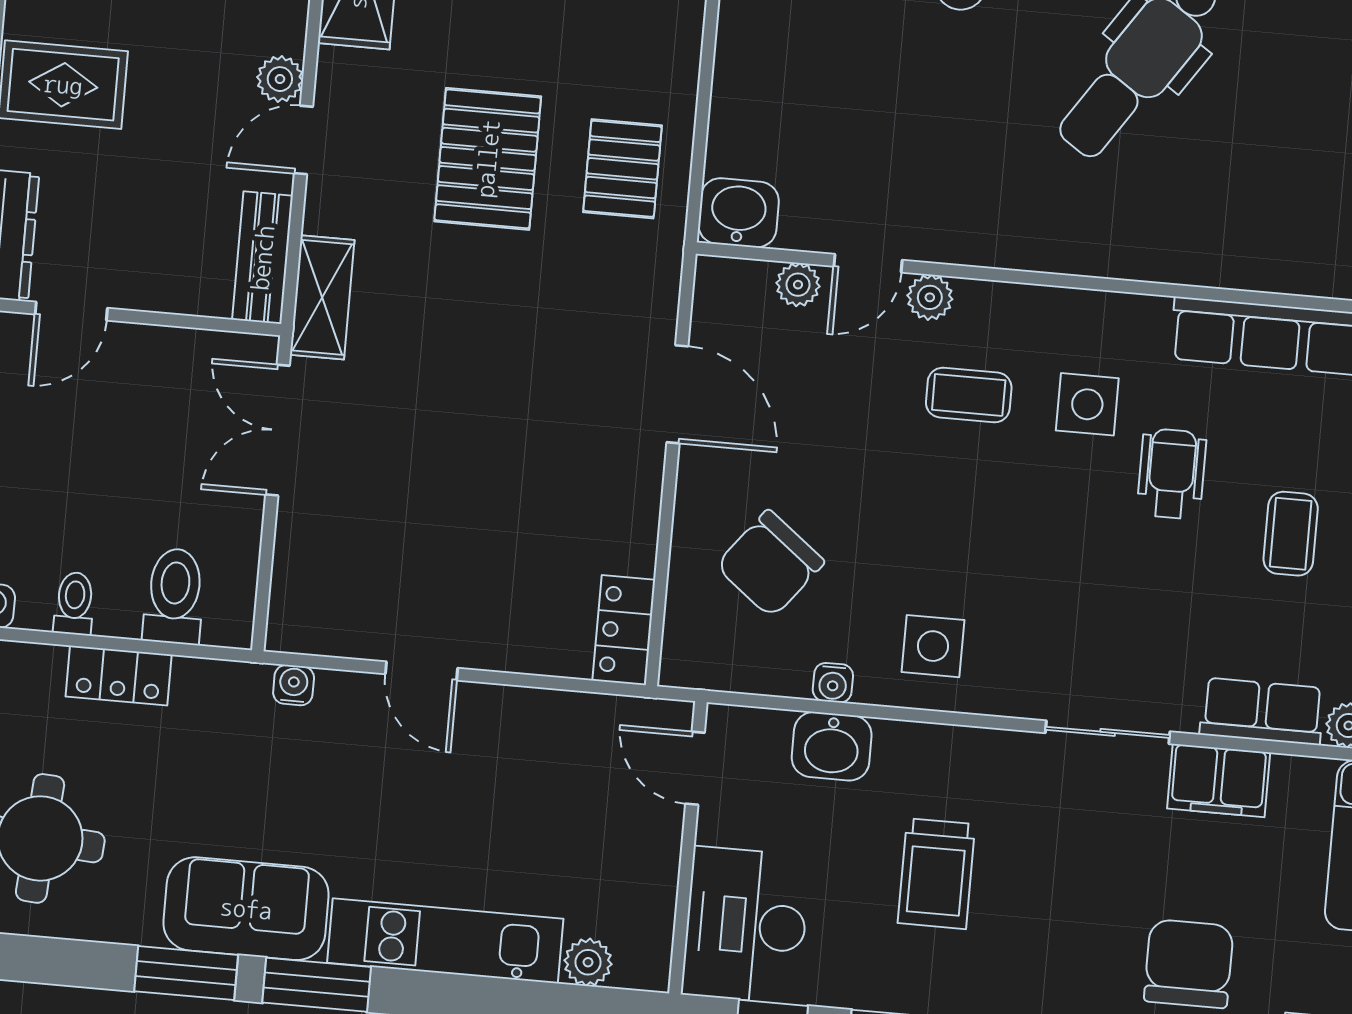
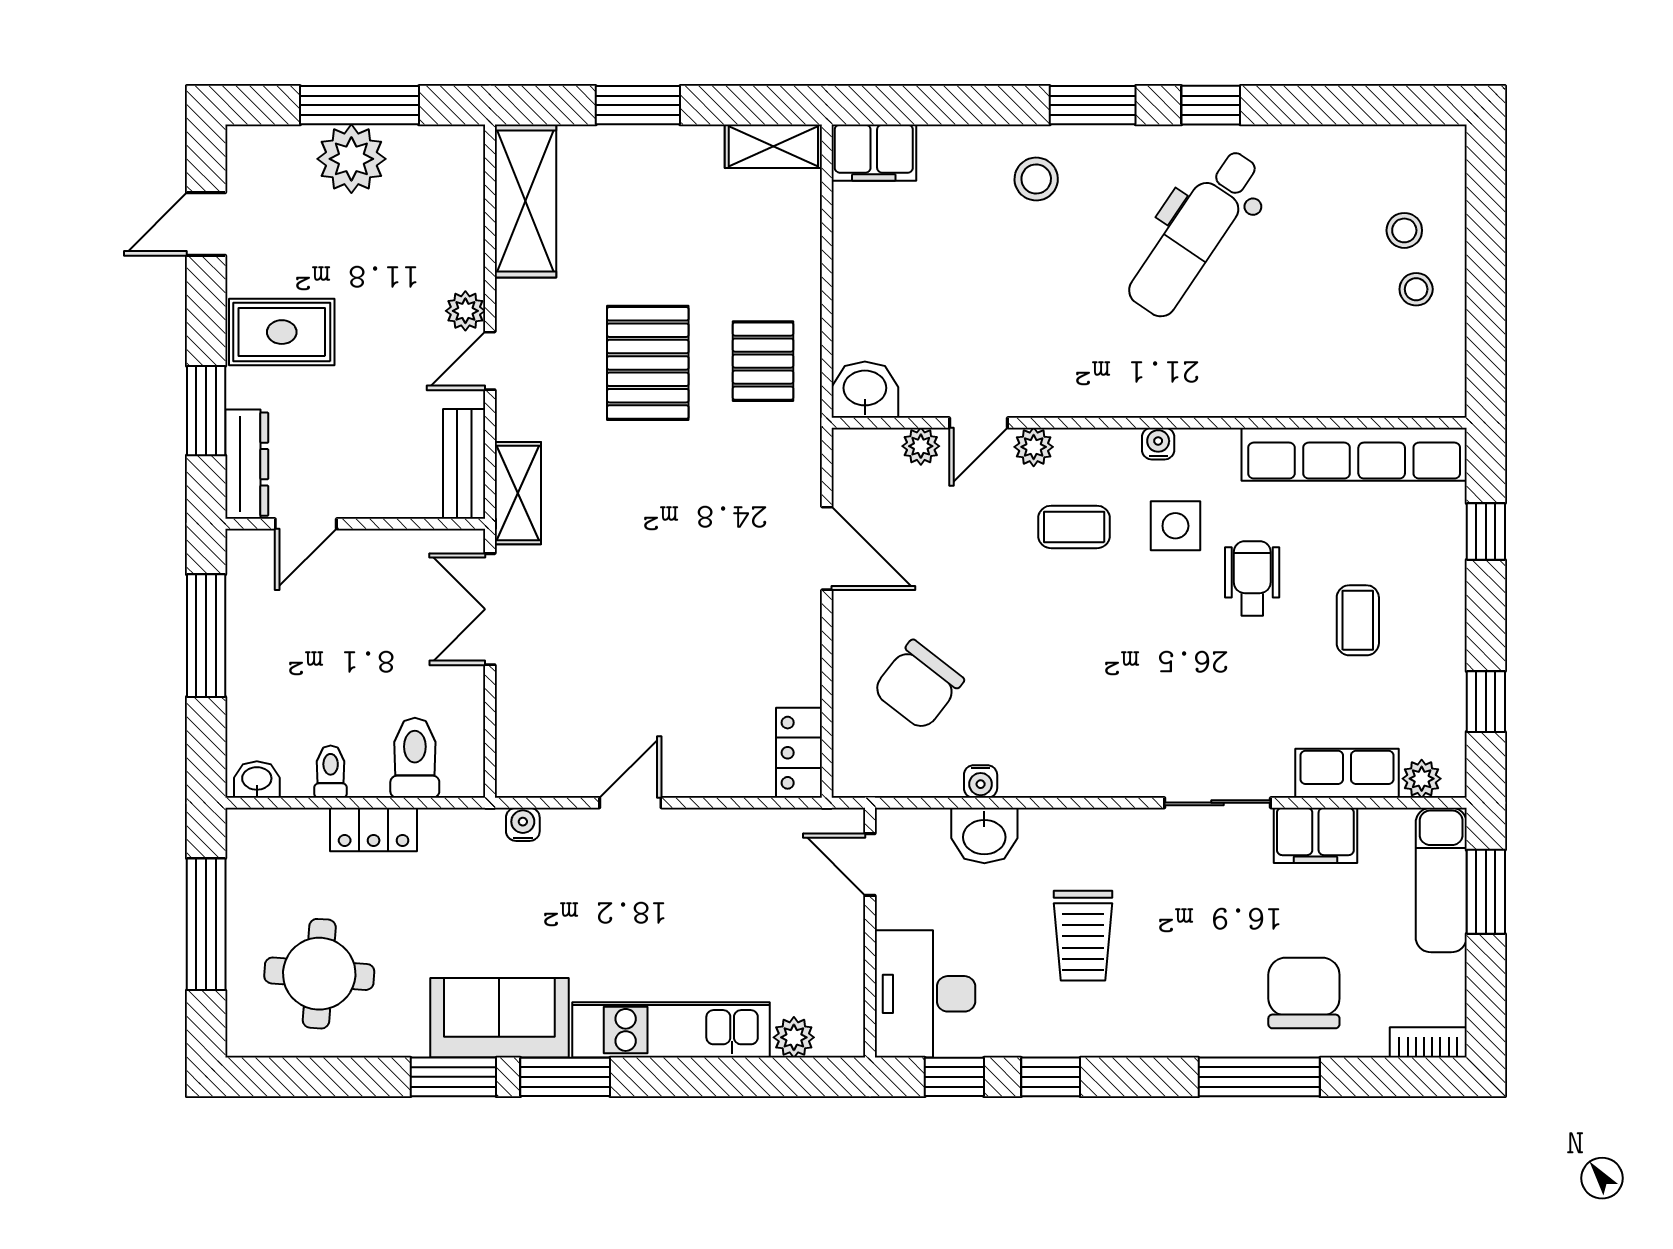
water cooler: (1076, 306) -> (1158, 444), added
side table: (933, 646) -> (1063, 743), removed
door: (421, 671) -> (630, 803), swing flipped

